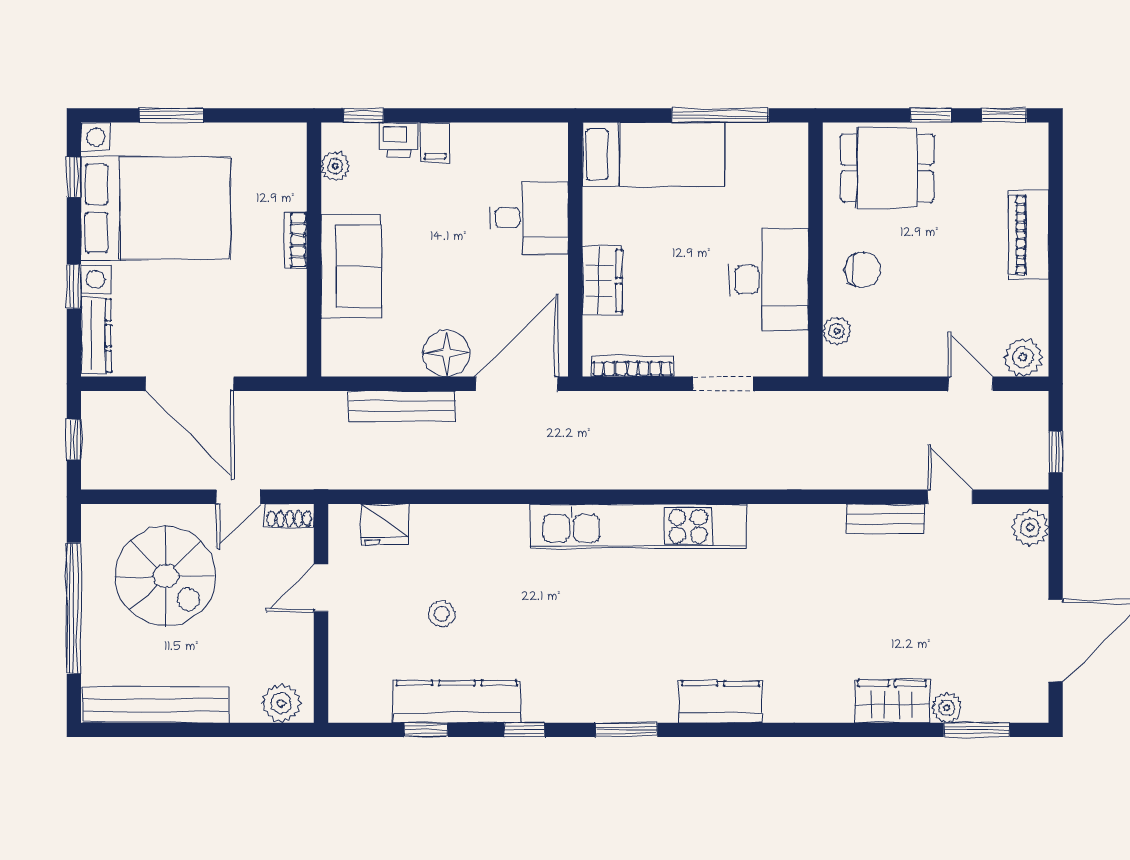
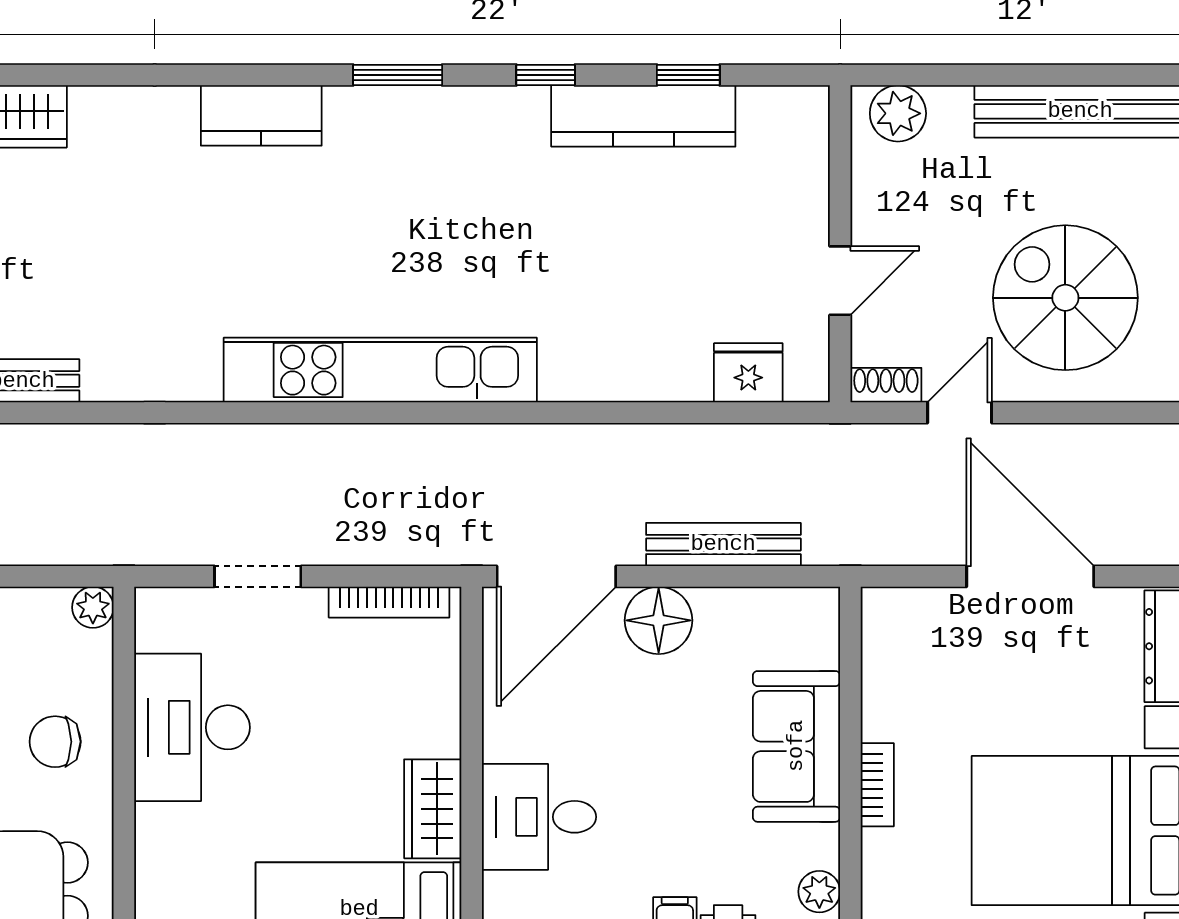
wardrobe: (602, 281) -> (433, 809), moved
plant: (837, 331) -> (93, 607), moved
stool: (442, 614) -> (666, 243), removed

